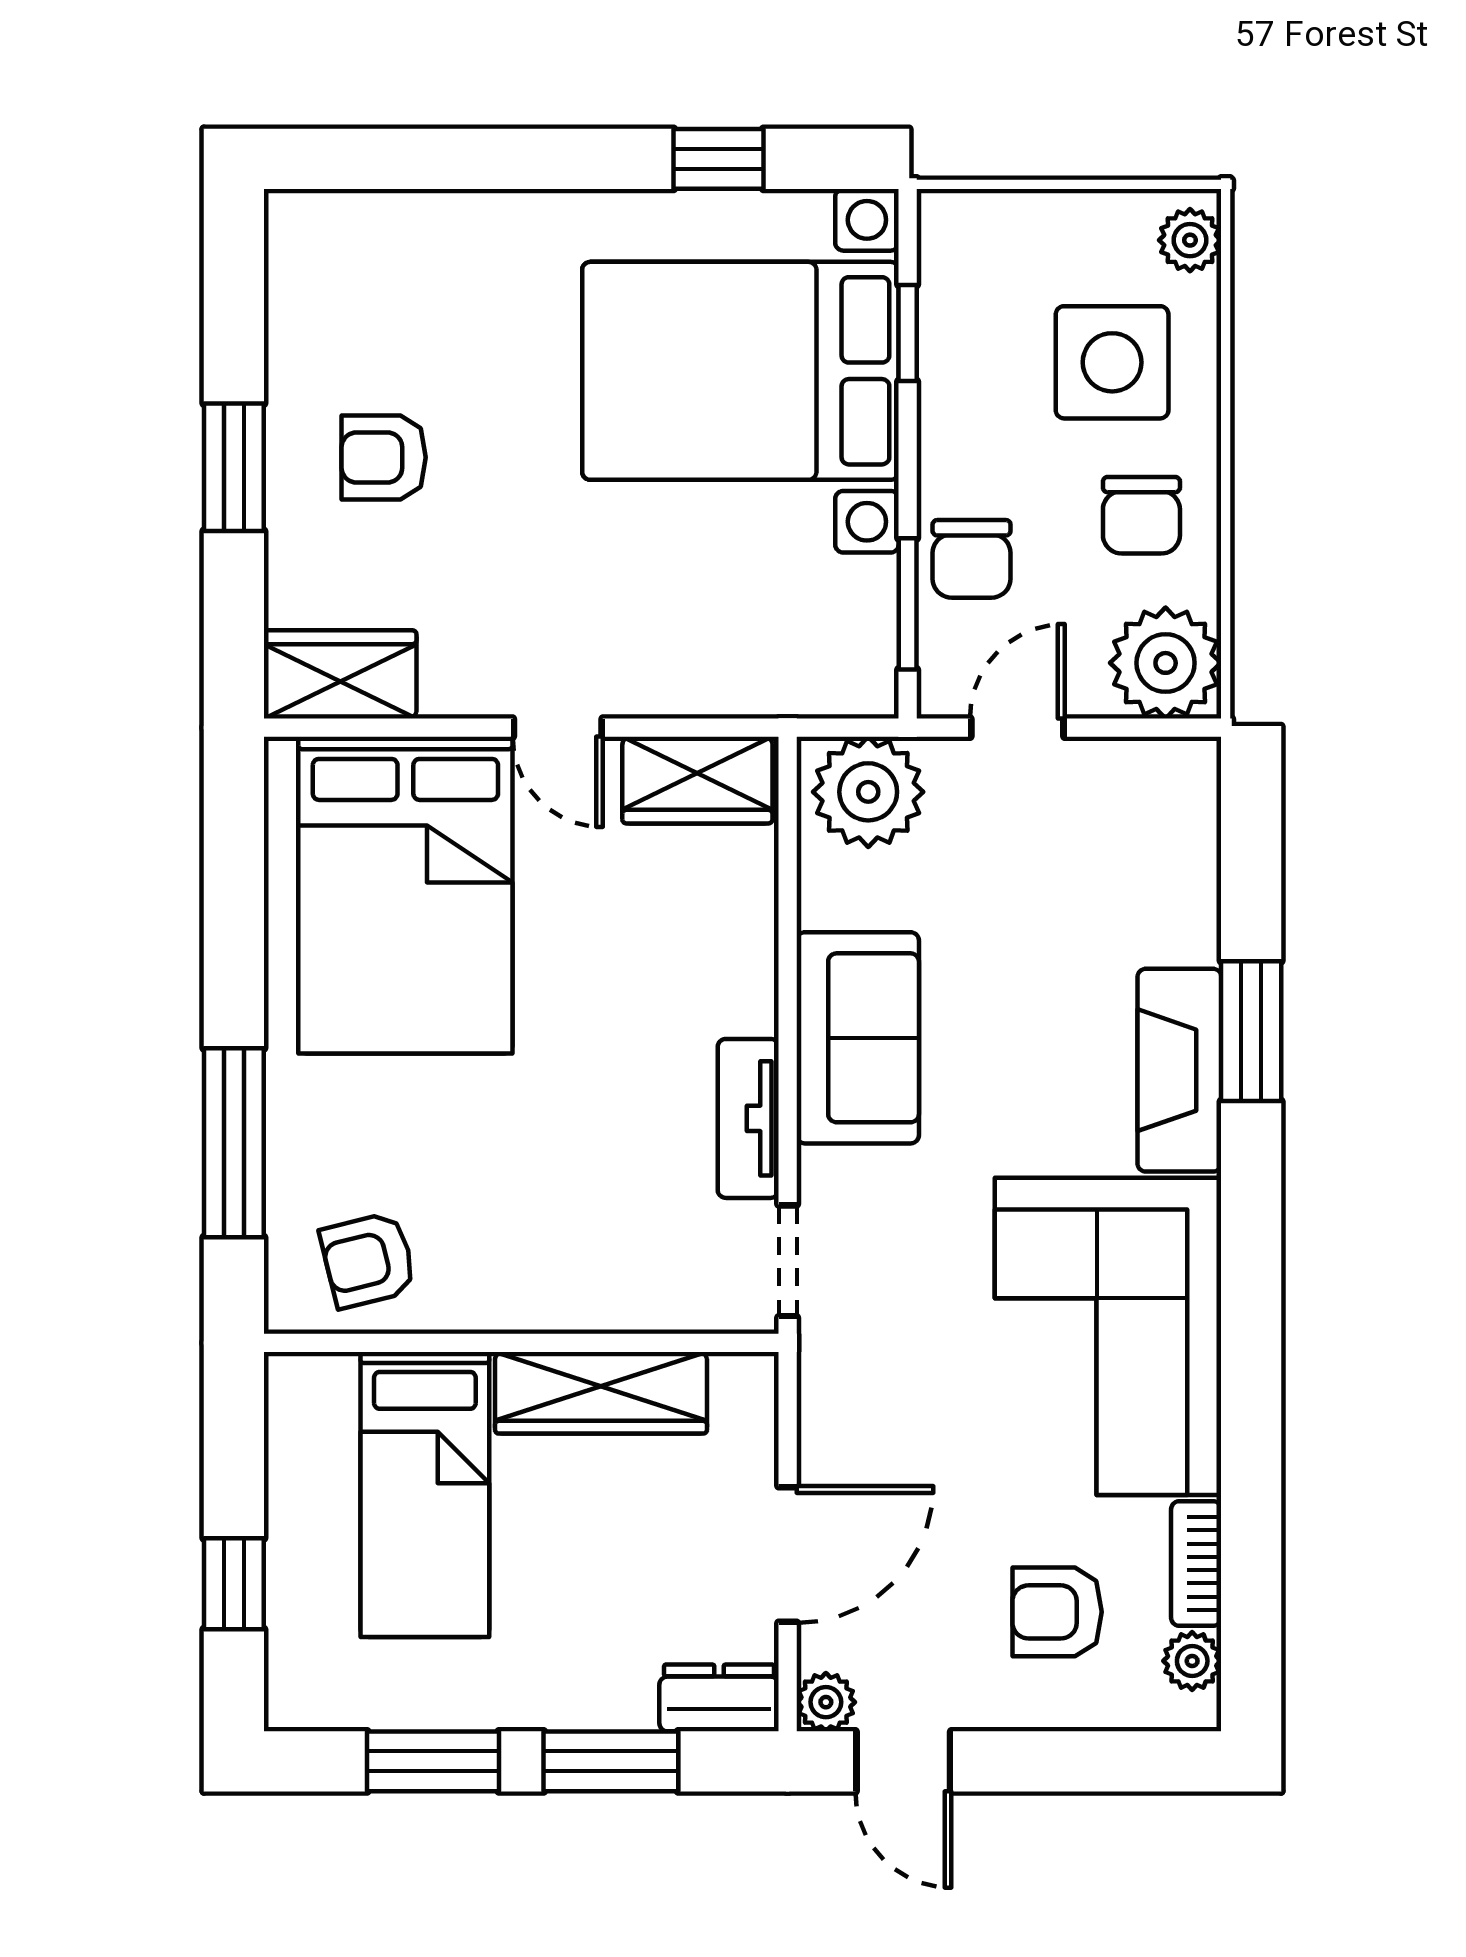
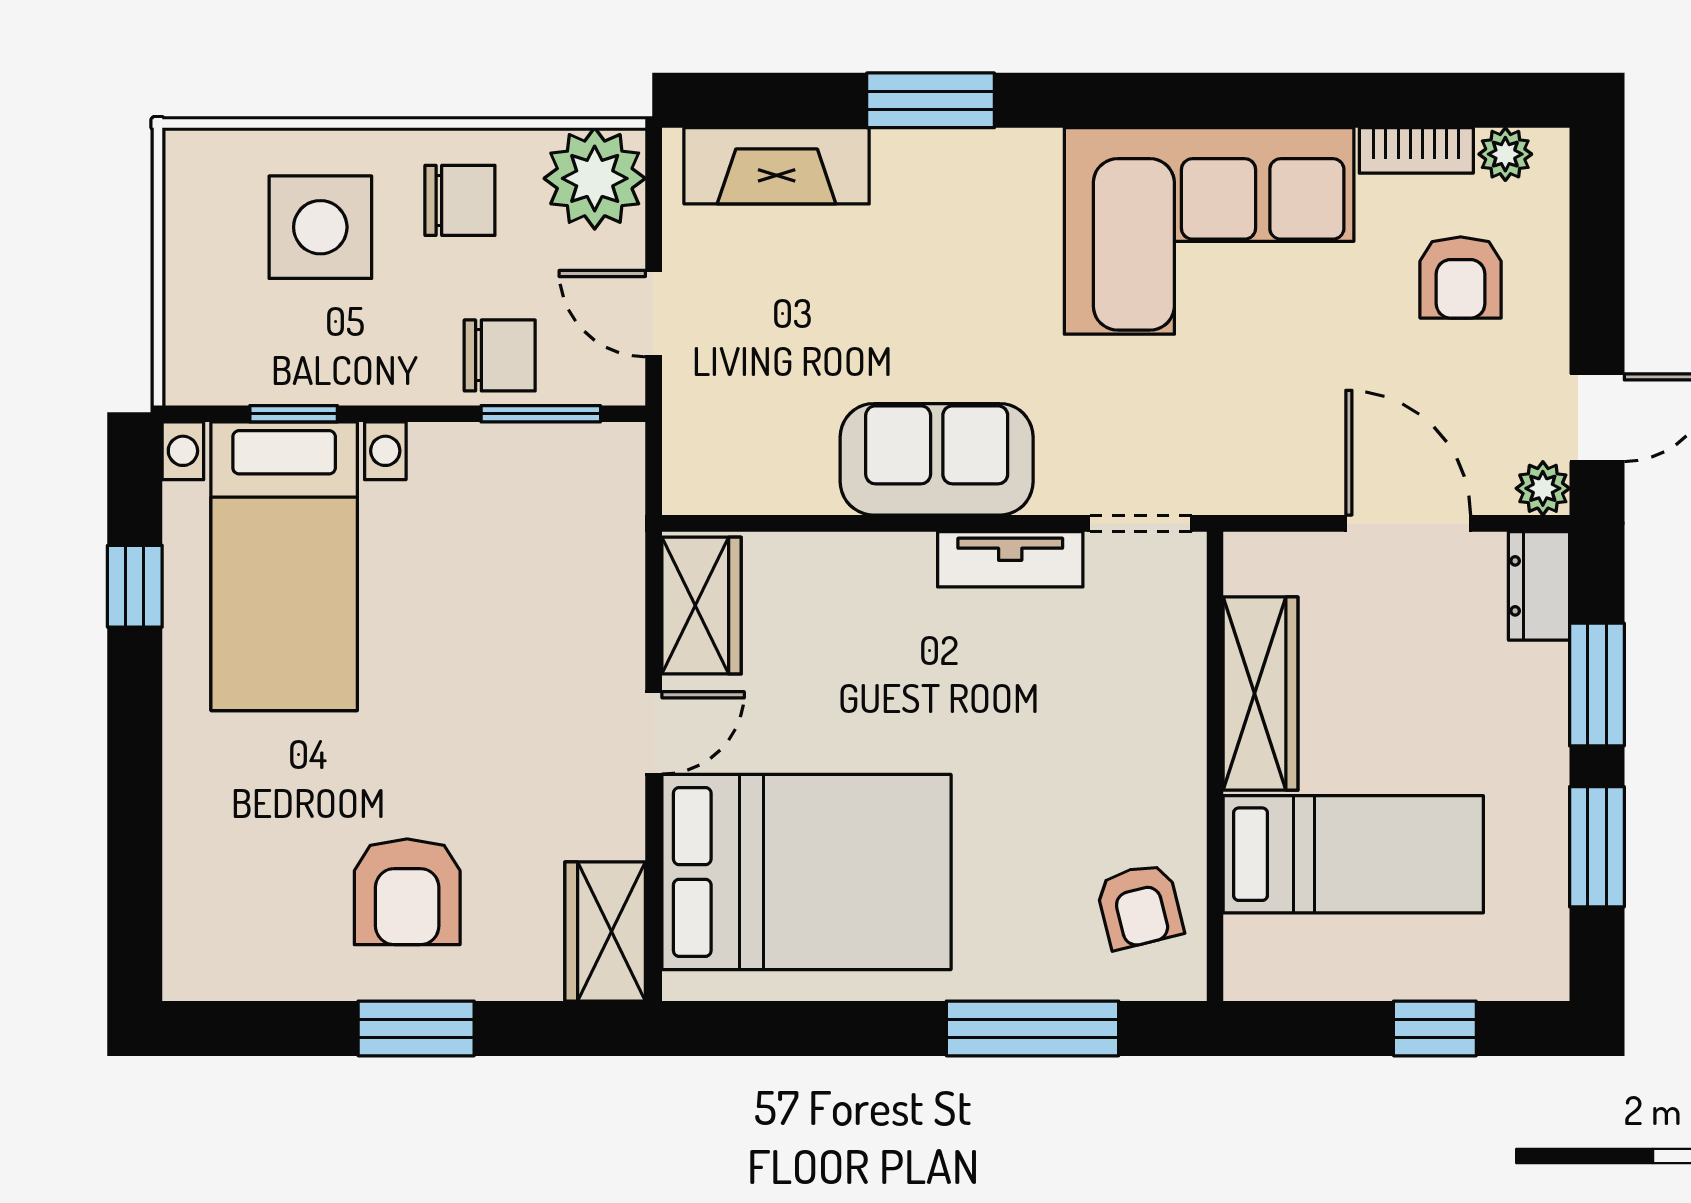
plant: (1190, 240) -> (209, 156), removed
bed with nightstands: (740, 371) -> (284, 566), width x0.73
armchair: (384, 457) -> (407, 892), width x1.38, depth x1.38
plant: (868, 792) -> (712, 450), removed
fireplace: (1179, 1070) -> (777, 166), moved

